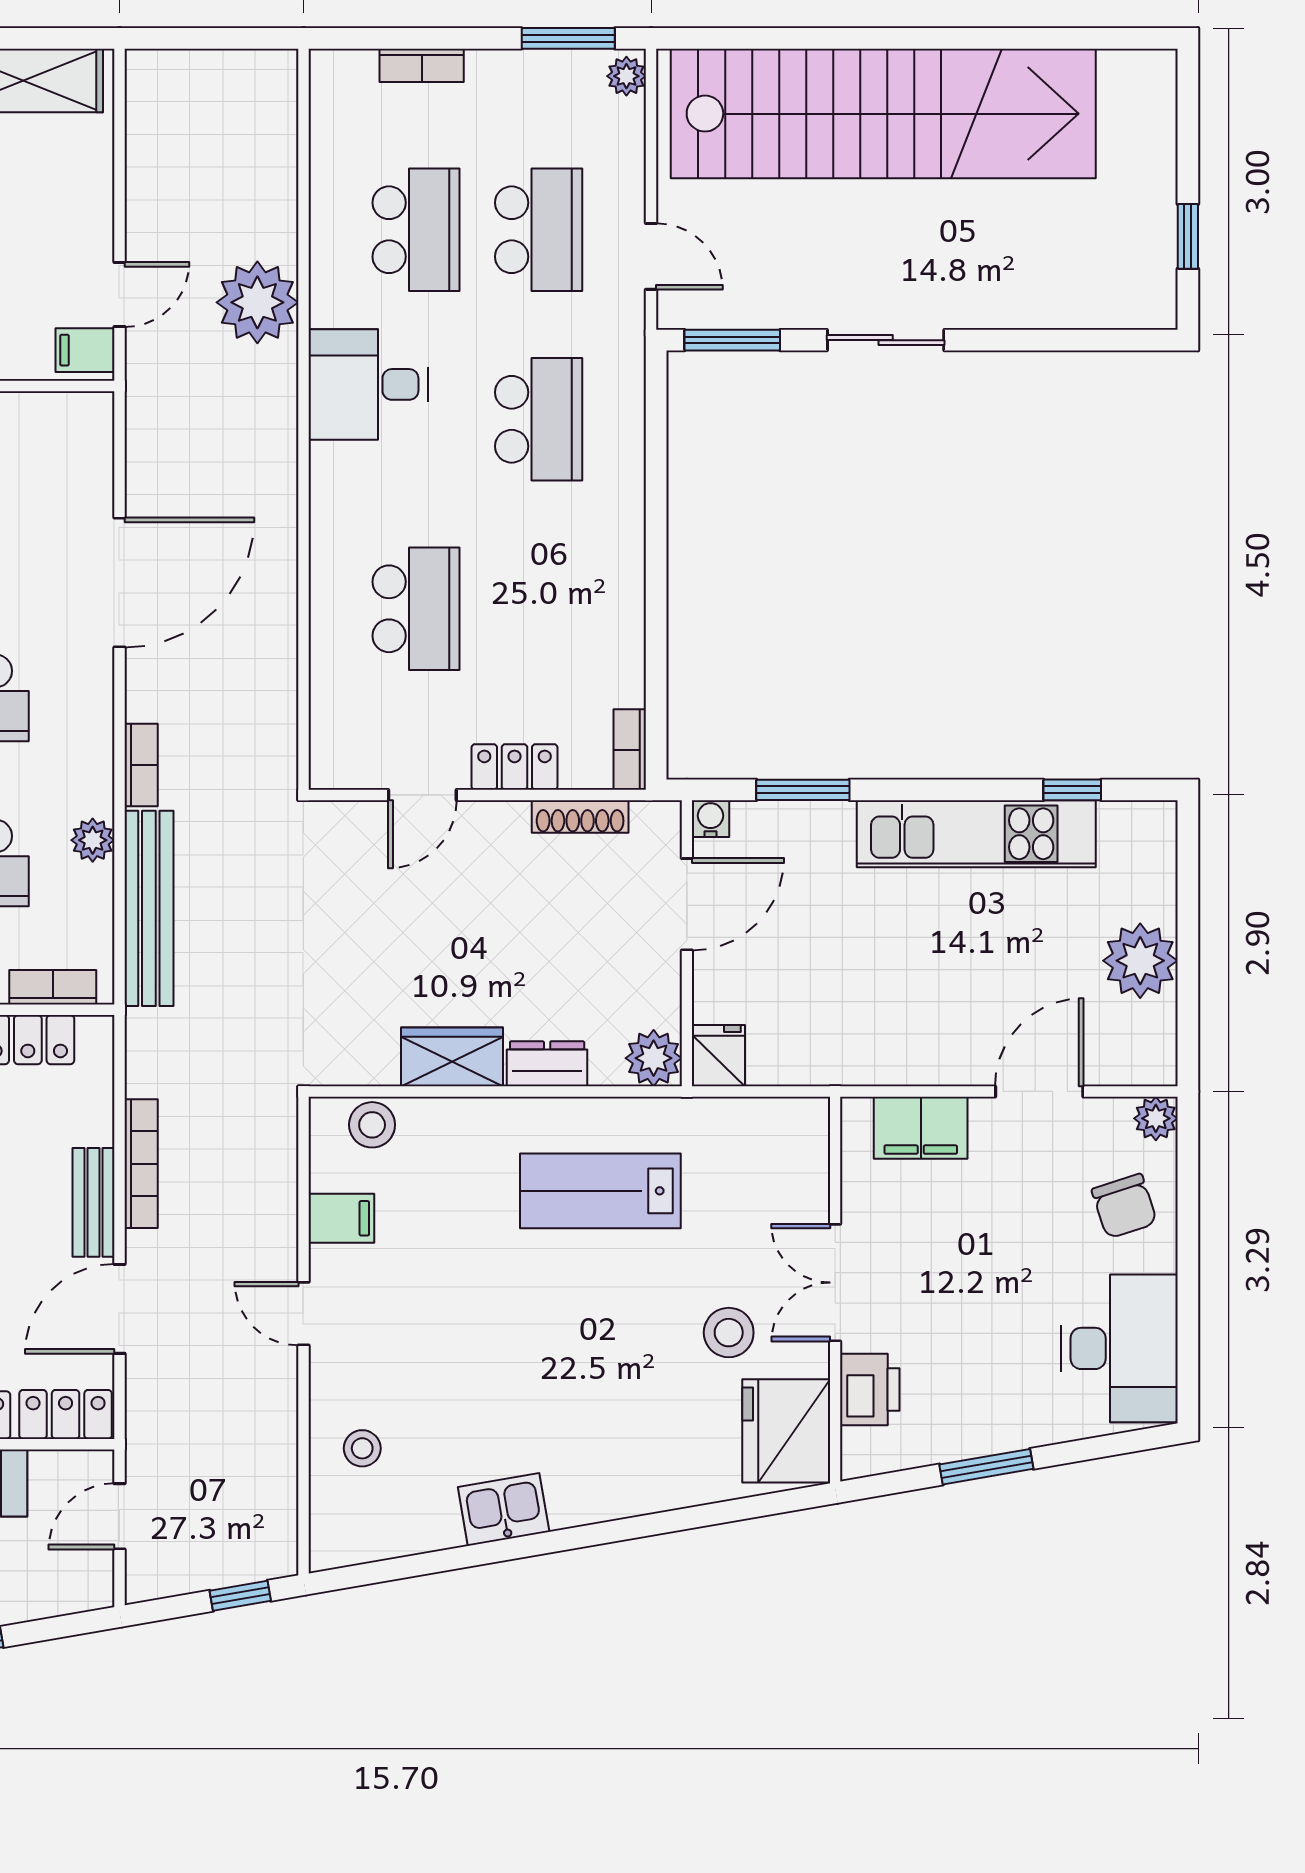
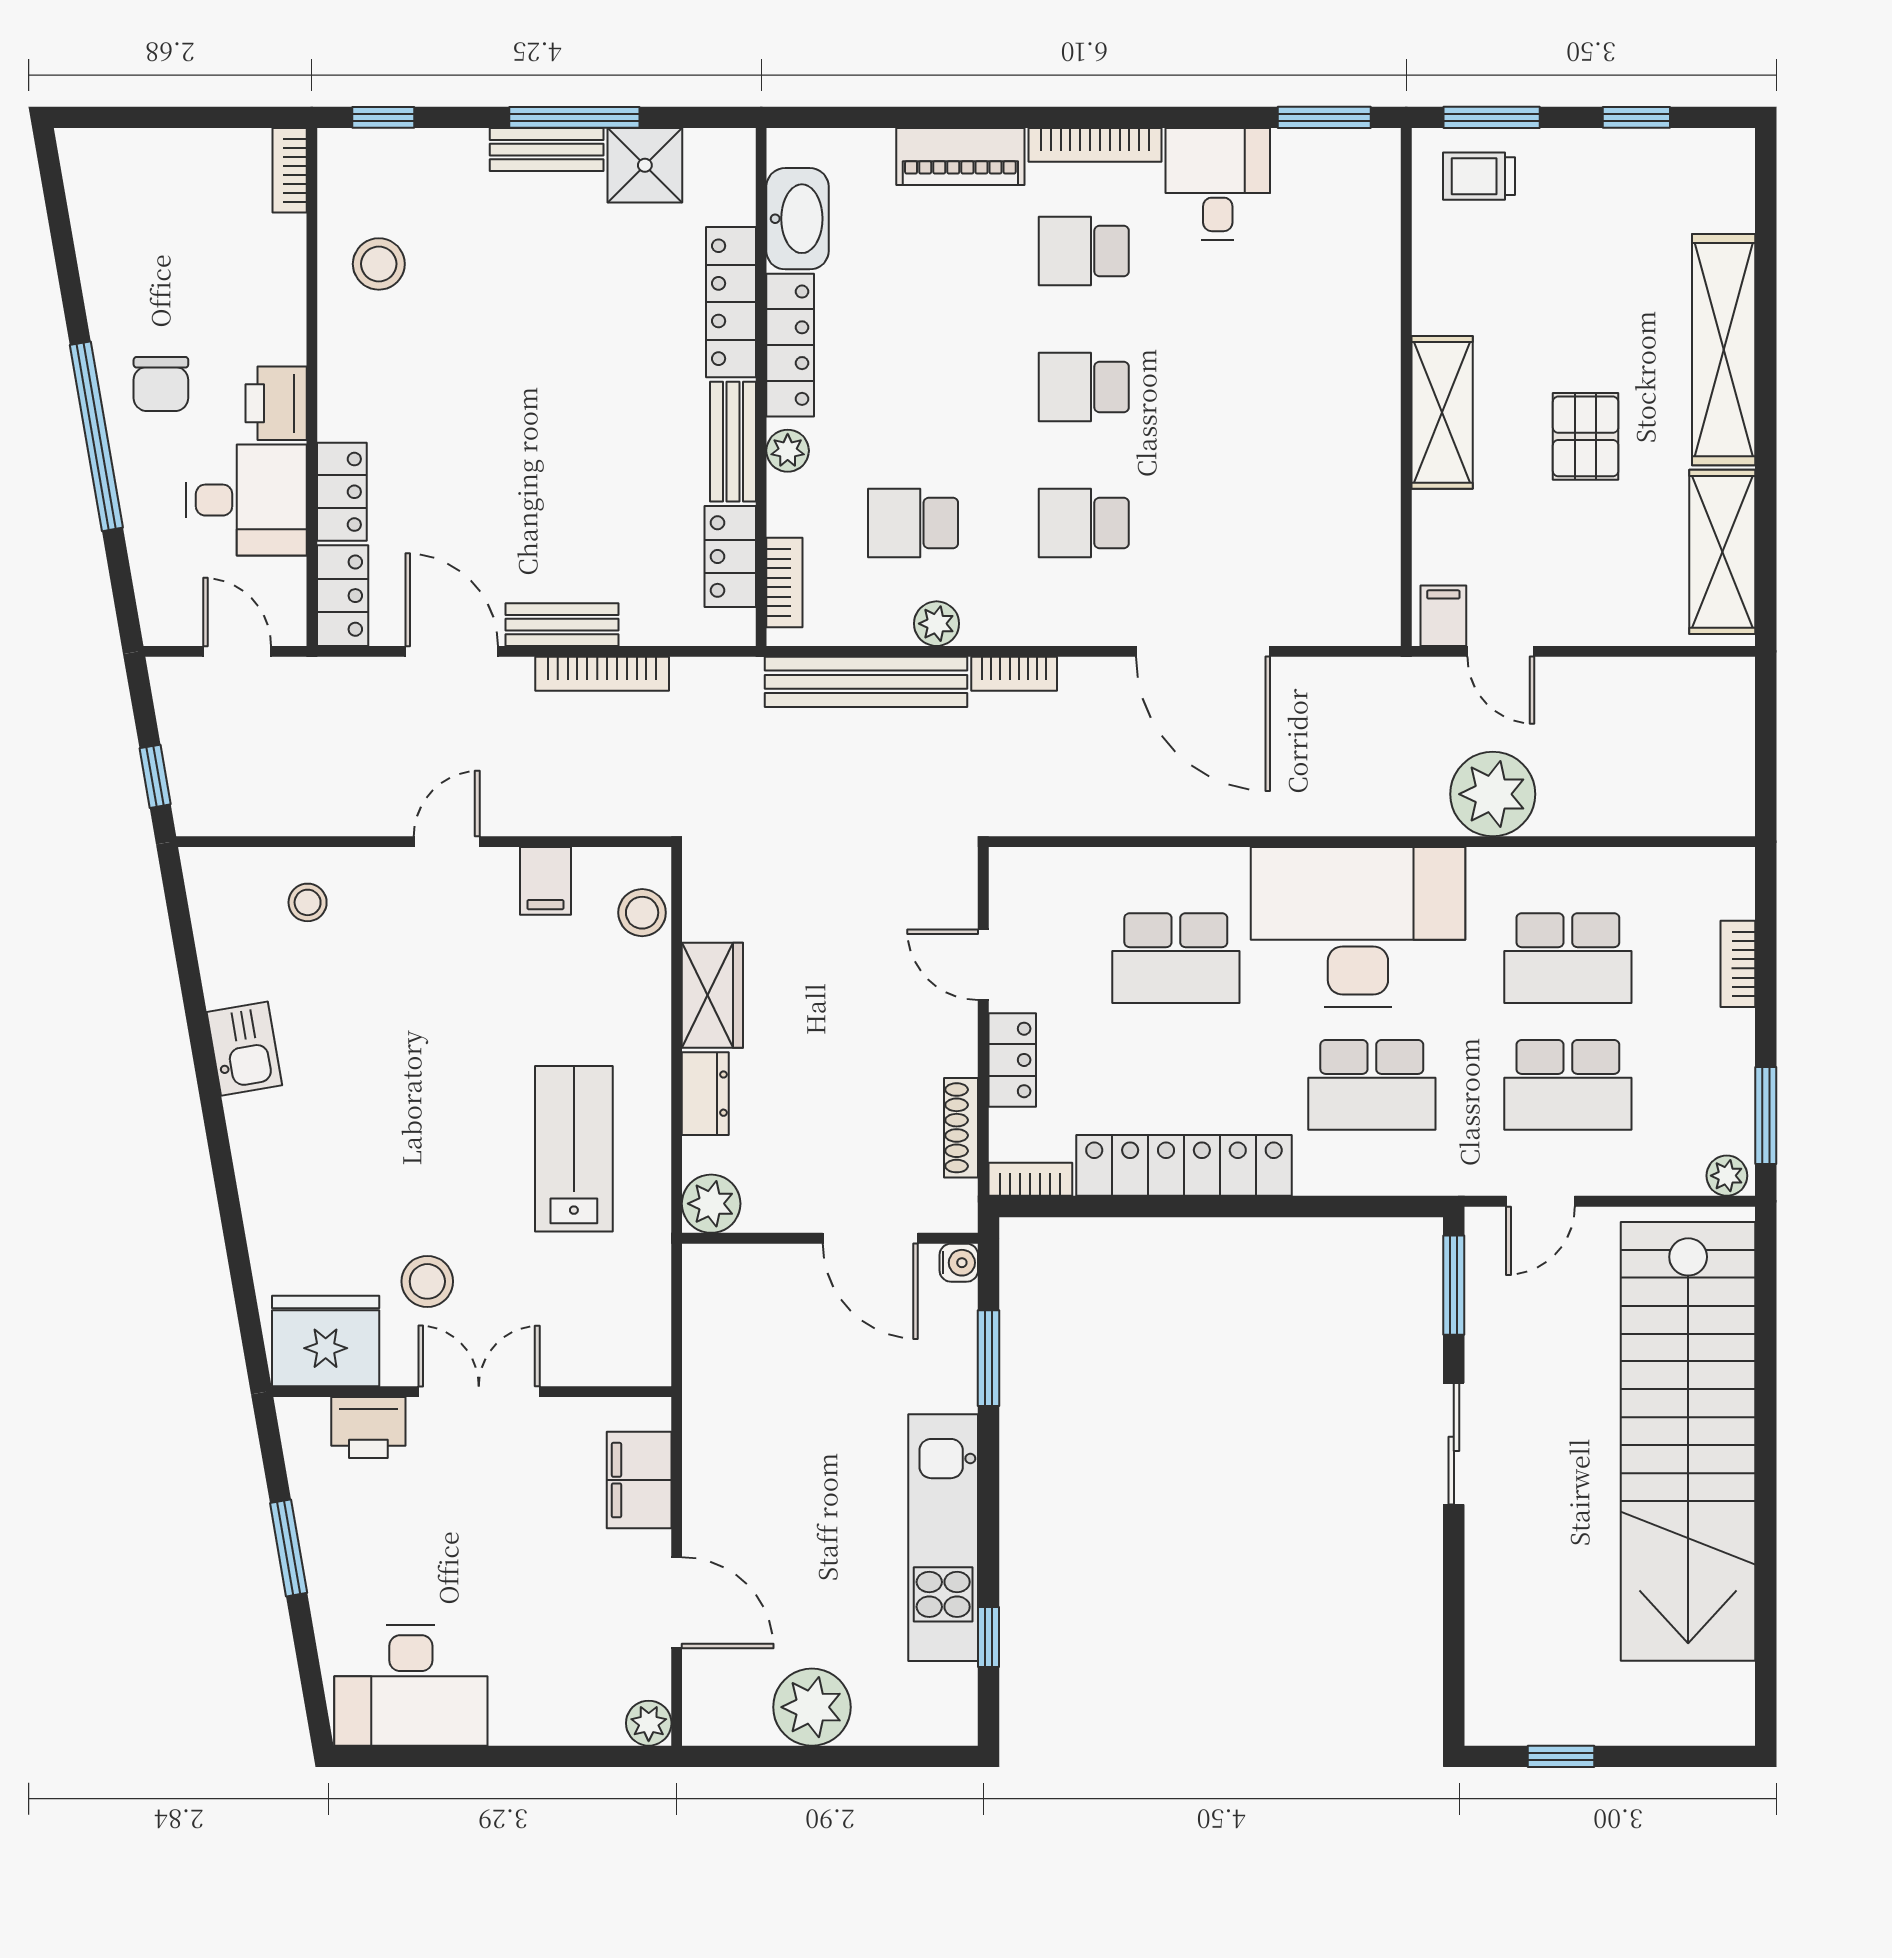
desk: (368, 384) -> (1358, 927), width x1.87, depth x1.30
locker: (617, 601) -> (1184, 1165), added
fridge: (719, 1056) -> (714, 1271), removed
chair: (1124, 1206) -> (558, 1691), removed

